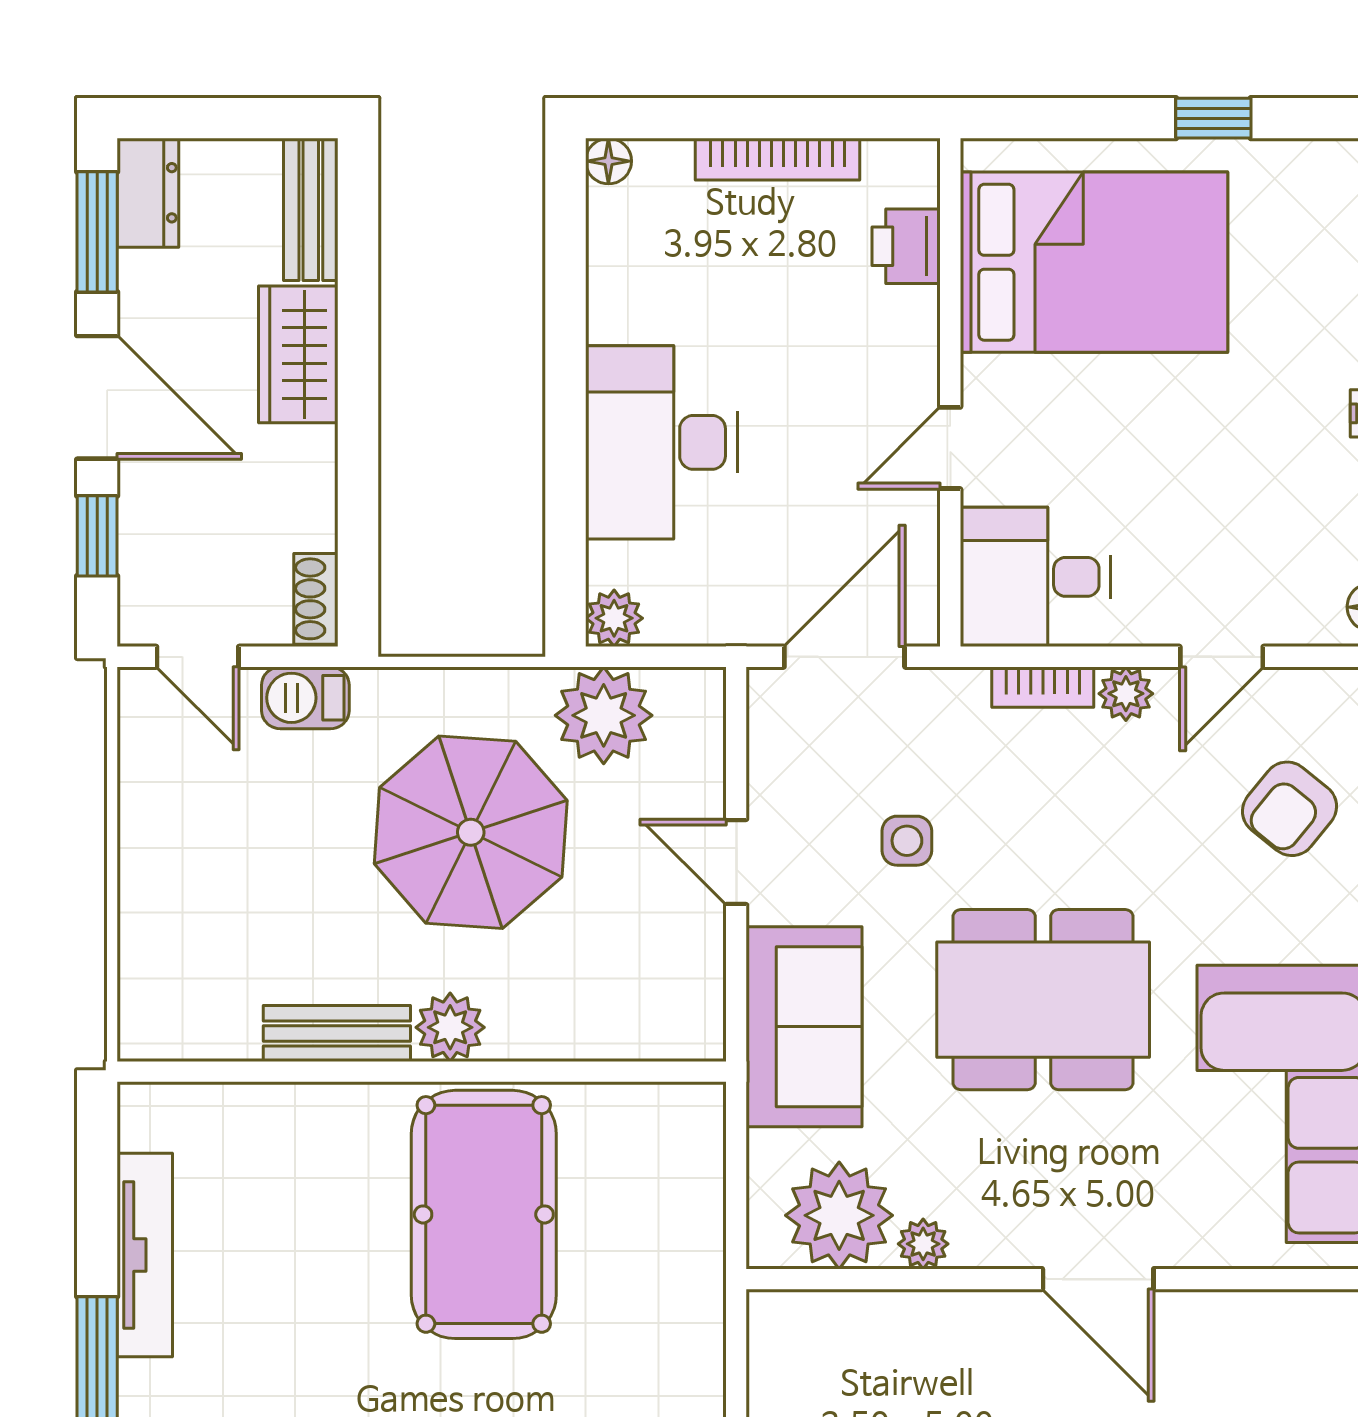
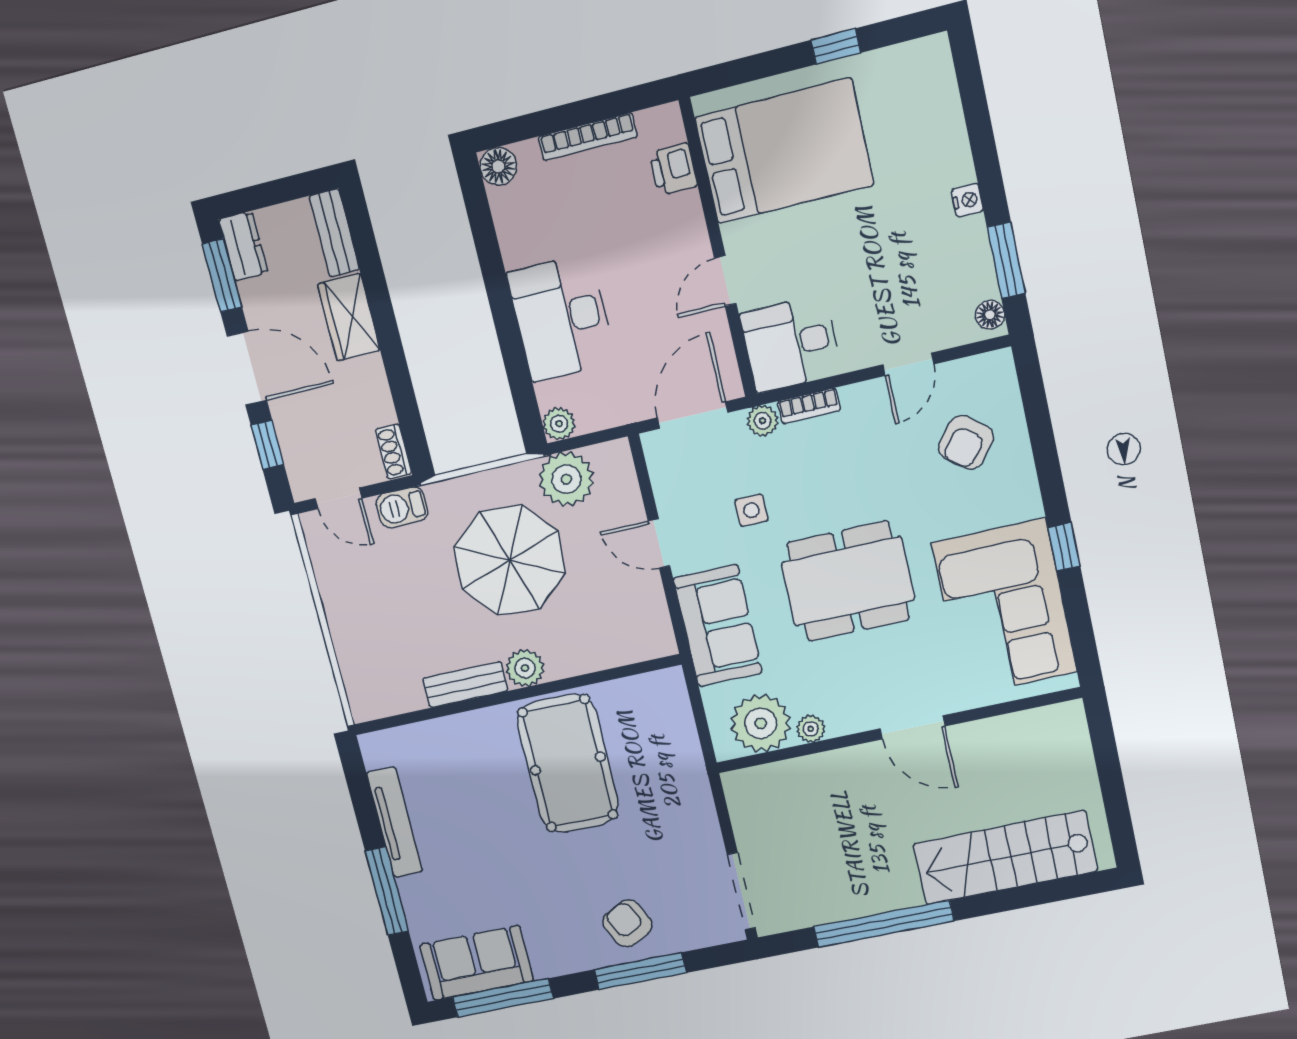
floor lamp: (608, 161) -> (498, 166), width x1.37, depth x1.37
plant: (1126, 694) -> (762, 421), moved

